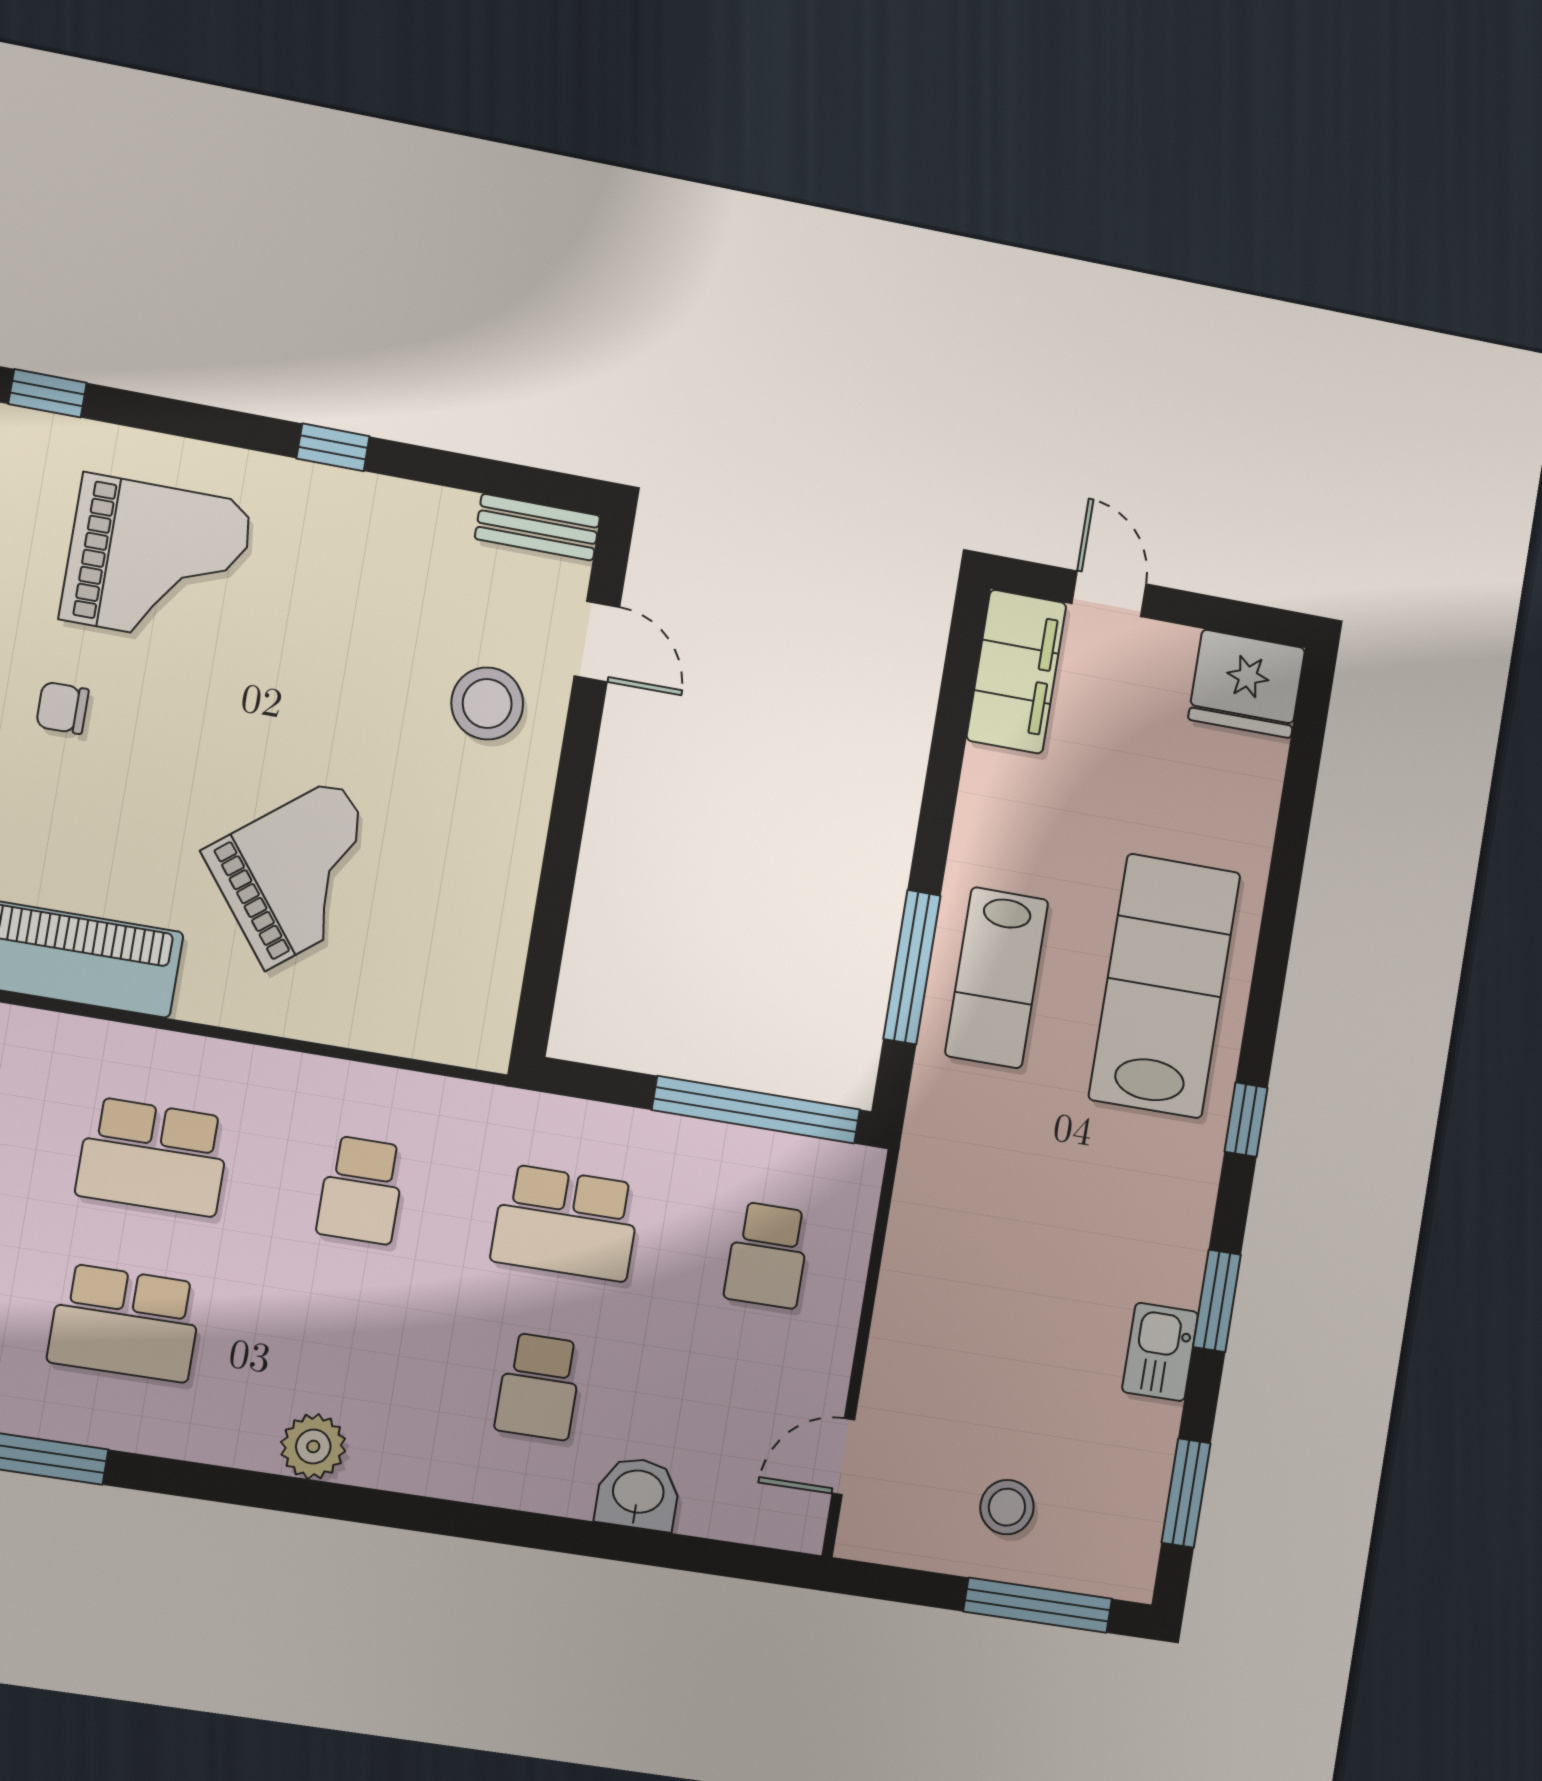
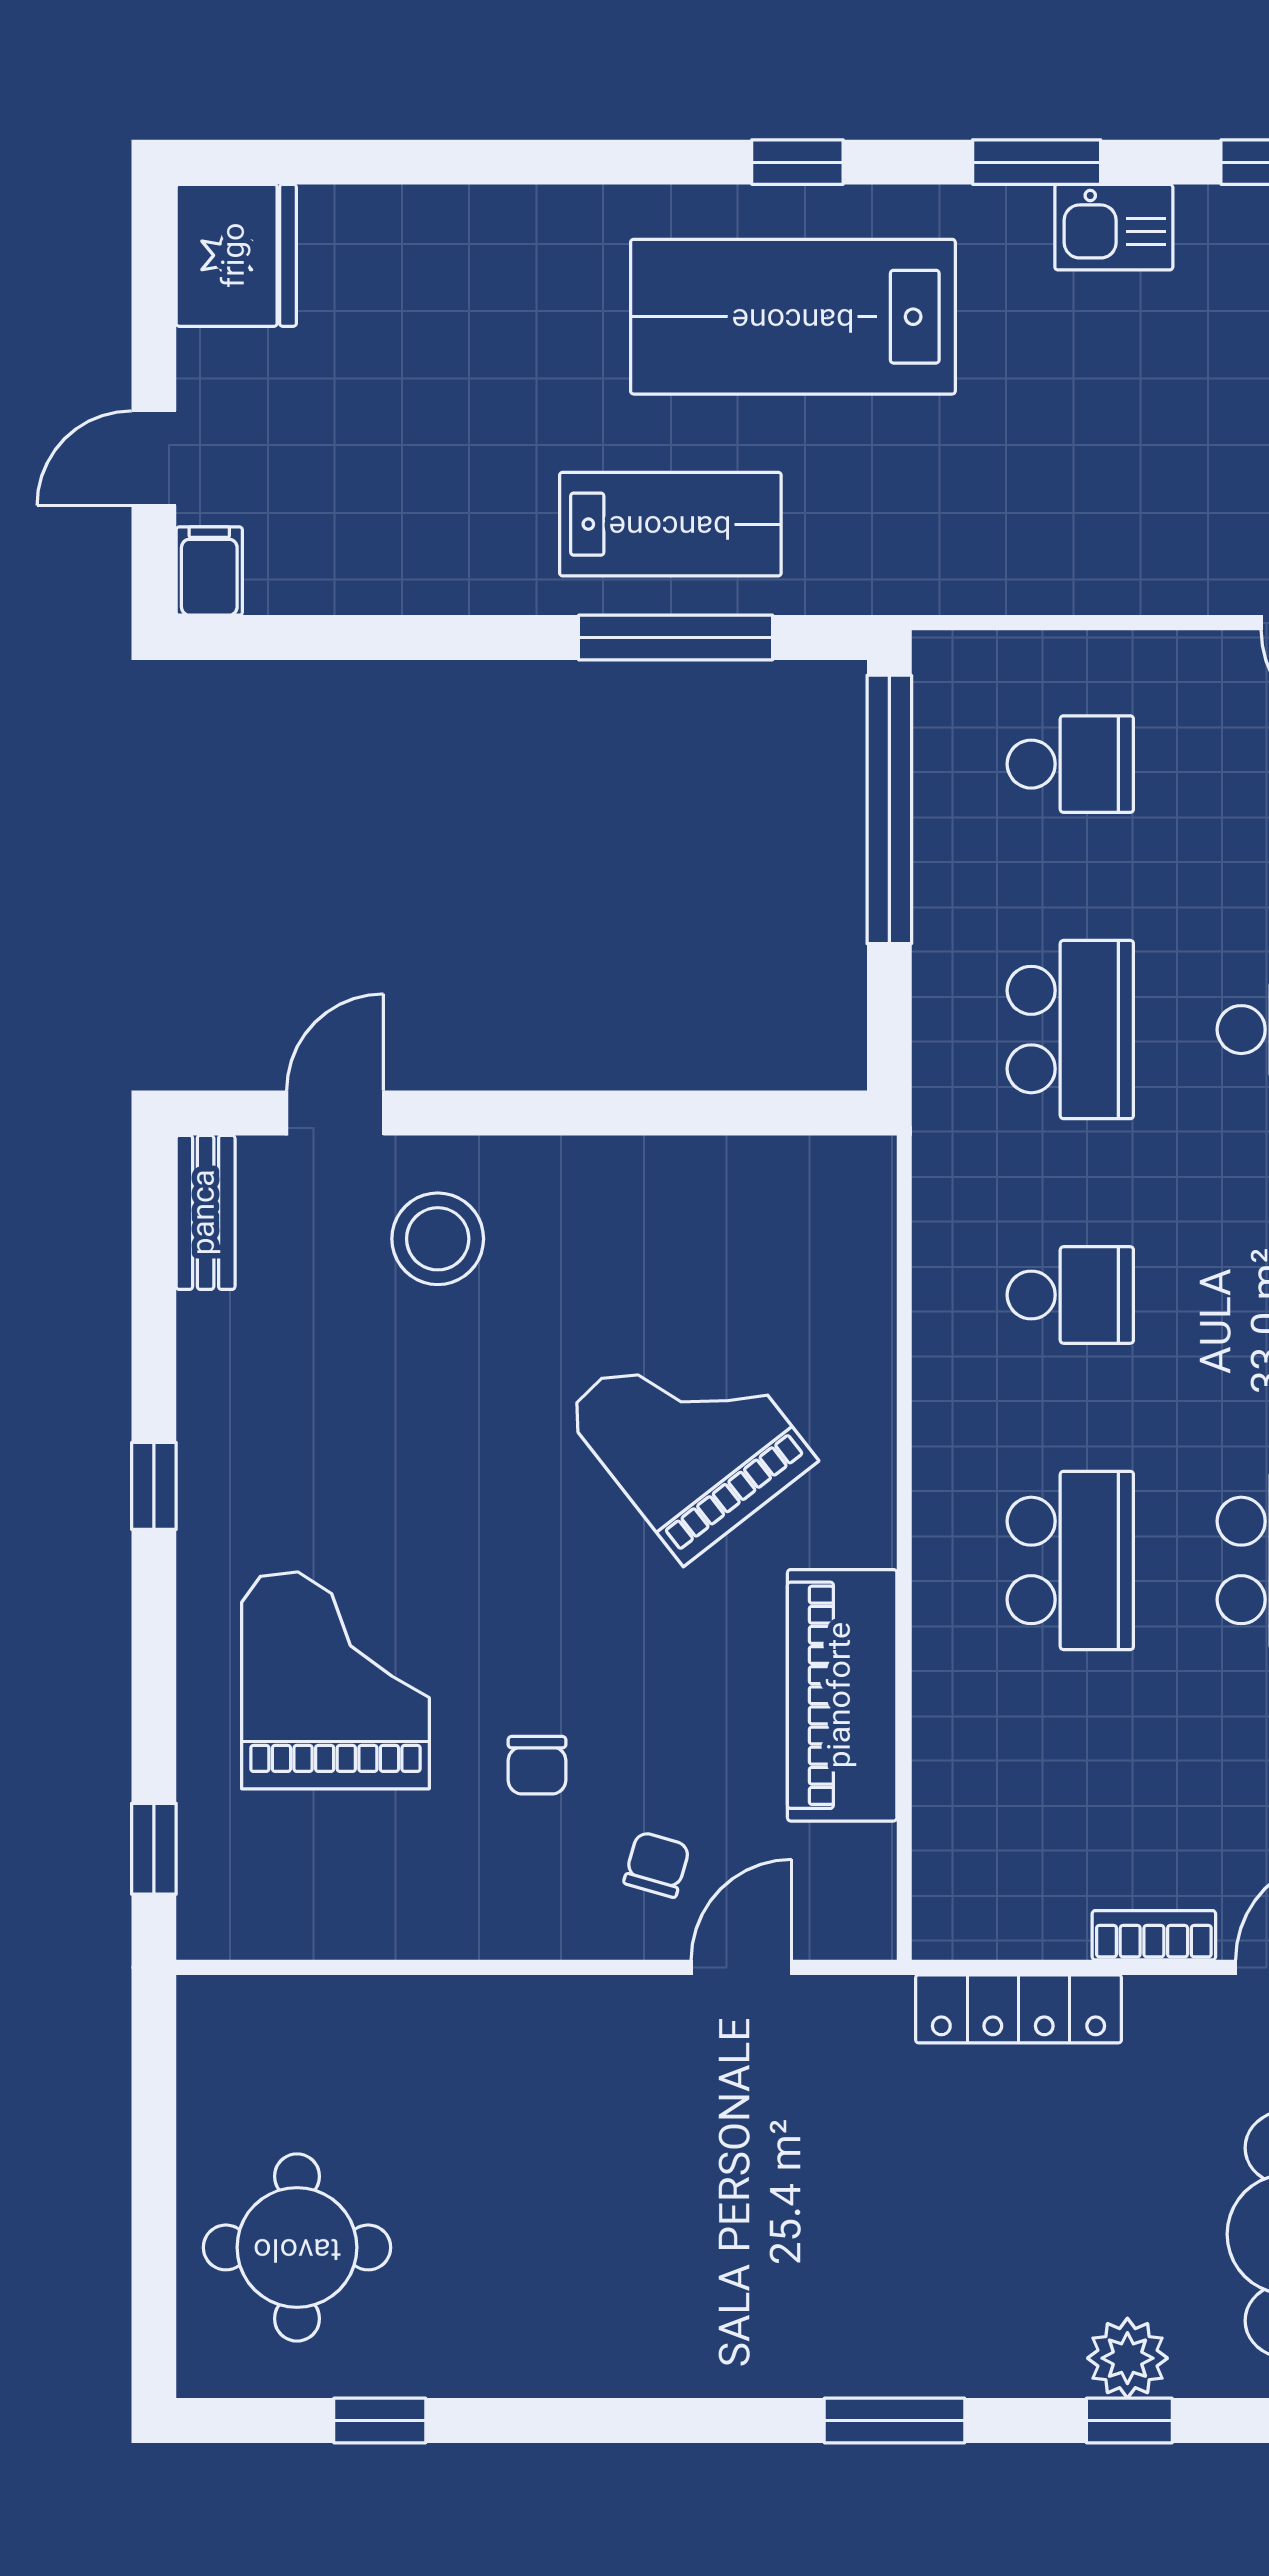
filing cabinet: (1016, 672) -> (209, 571), width x0.33, depth x0.86
lab bench: (1165, 986) -> (793, 317), moved

